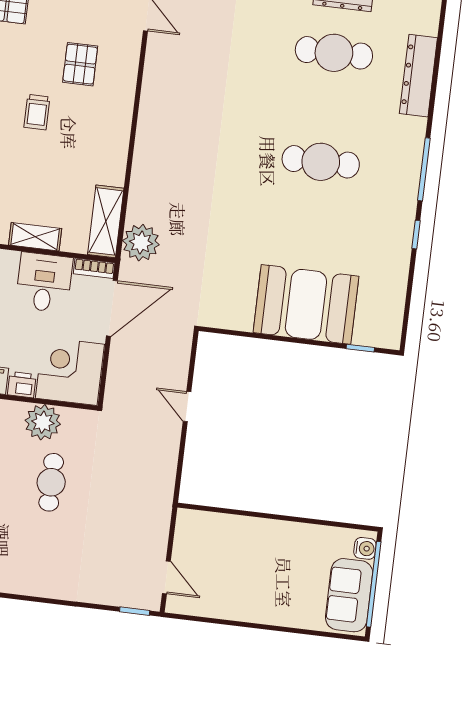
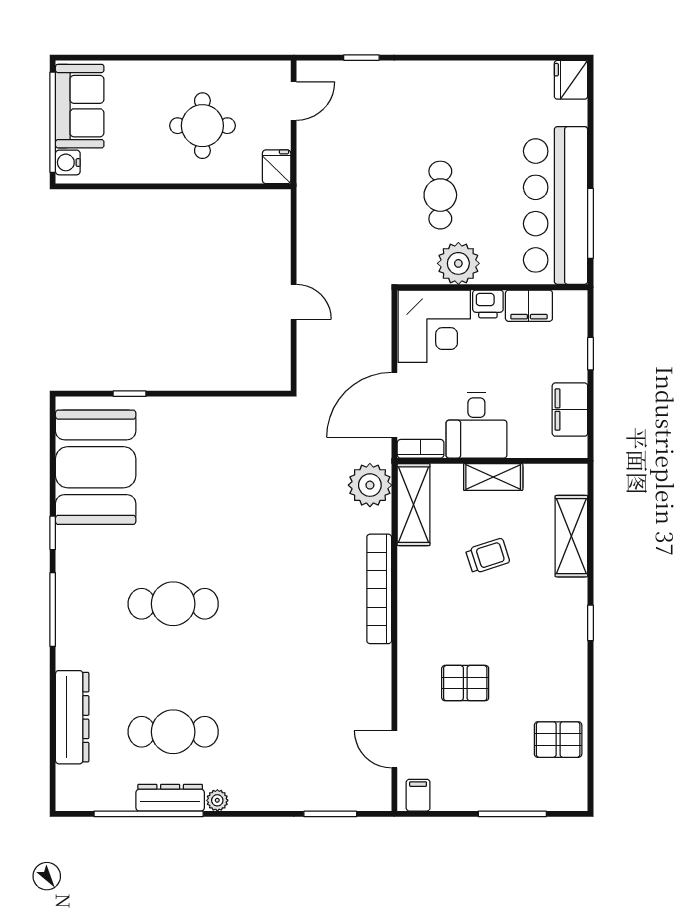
pallet: (80, 64) -> (465, 683), turned 90
trolley: (37, 112) -> (488, 556), moved, turned 72
bookcase: (144, 153) -> (379, 589), added
booth: (306, 304) -> (96, 467), moved, turned 90
window: (360, 348) -> (130, 394), moved
fridge: (188, 523) -> (277, 167), added
round table: (247, 566) -> (202, 126), added
door: (166, 577) -> (294, 101), swing flipped
window: (135, 611) -> (361, 58), moved

